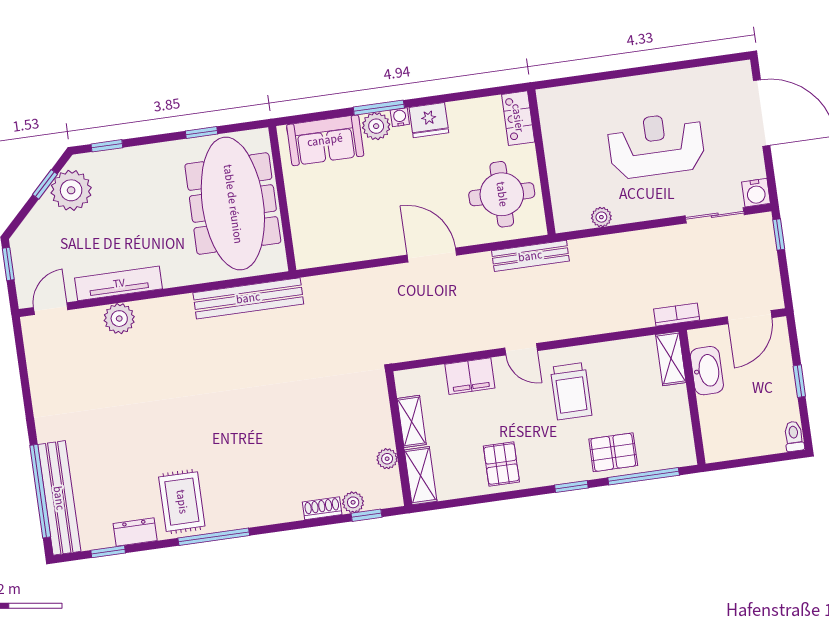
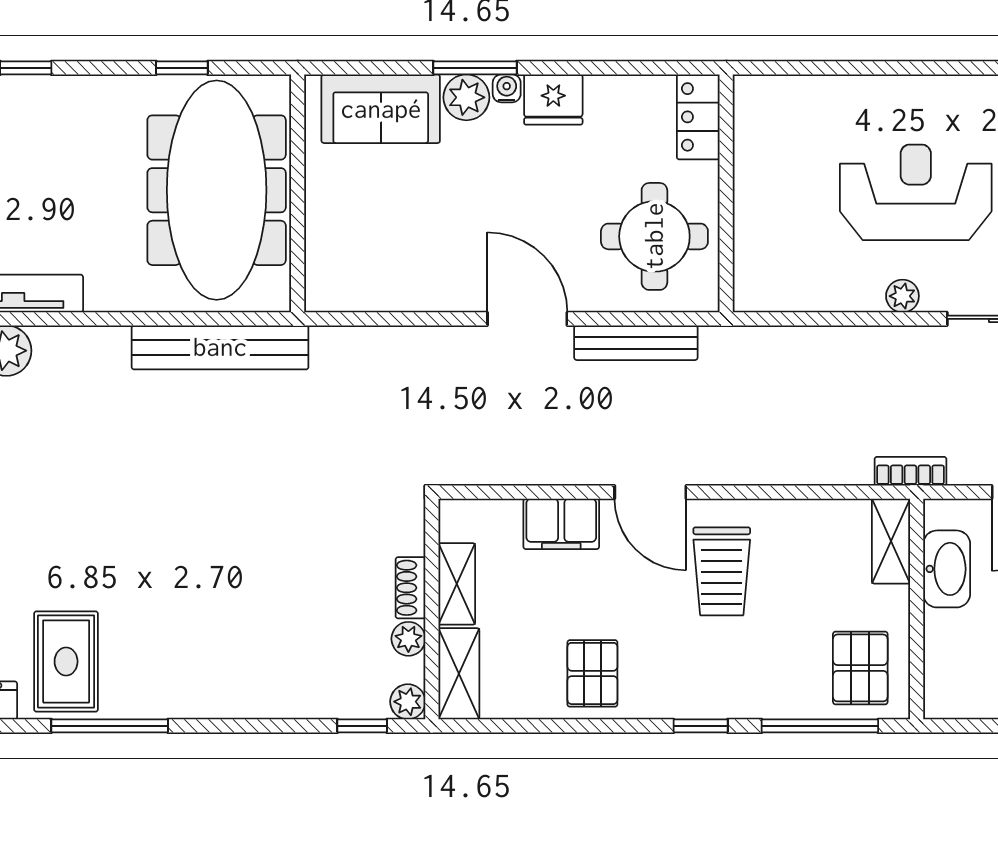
plant: (601, 217) -> (902, 296), moved
bench: (530, 256) -> (636, 343), moved
door: (521, 349) -> (650, 492), width x1.38
pallet: (613, 452) -> (860, 668), moved, turned 90
plant: (353, 502) -> (408, 702), moved
shoe rack: (322, 508) -> (410, 588), moved, turned -90

